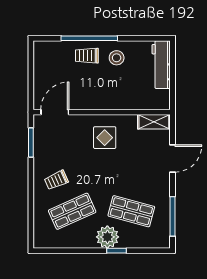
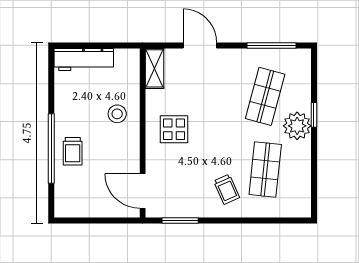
stool: (117, 58) -> (117, 114), moved
shop shelf: (72, 211) -> (265, 170), turned 30

